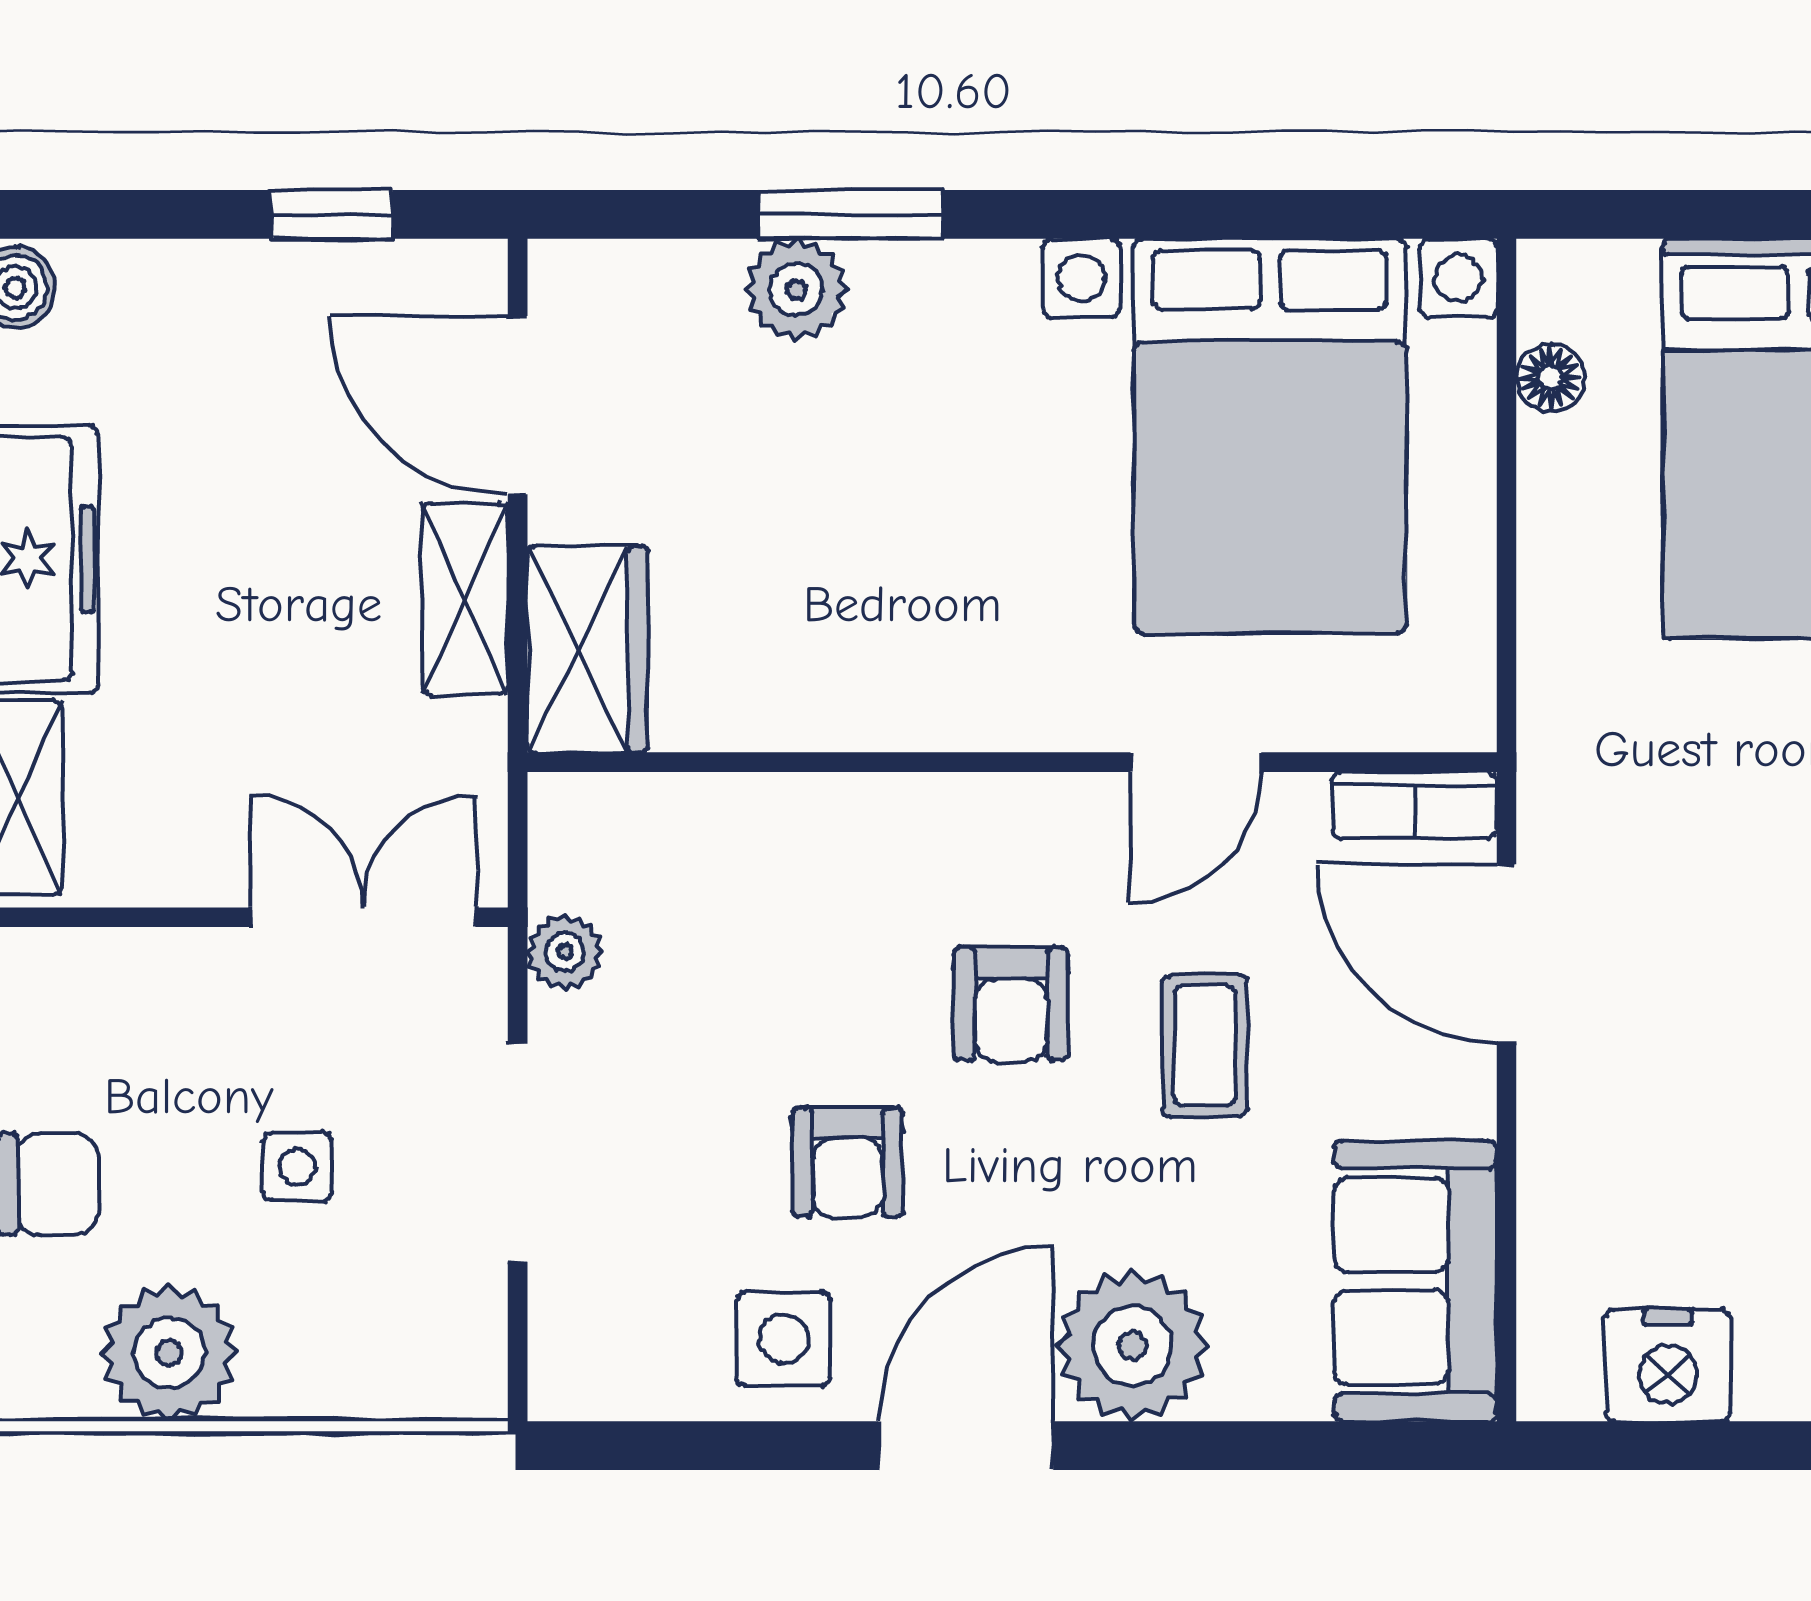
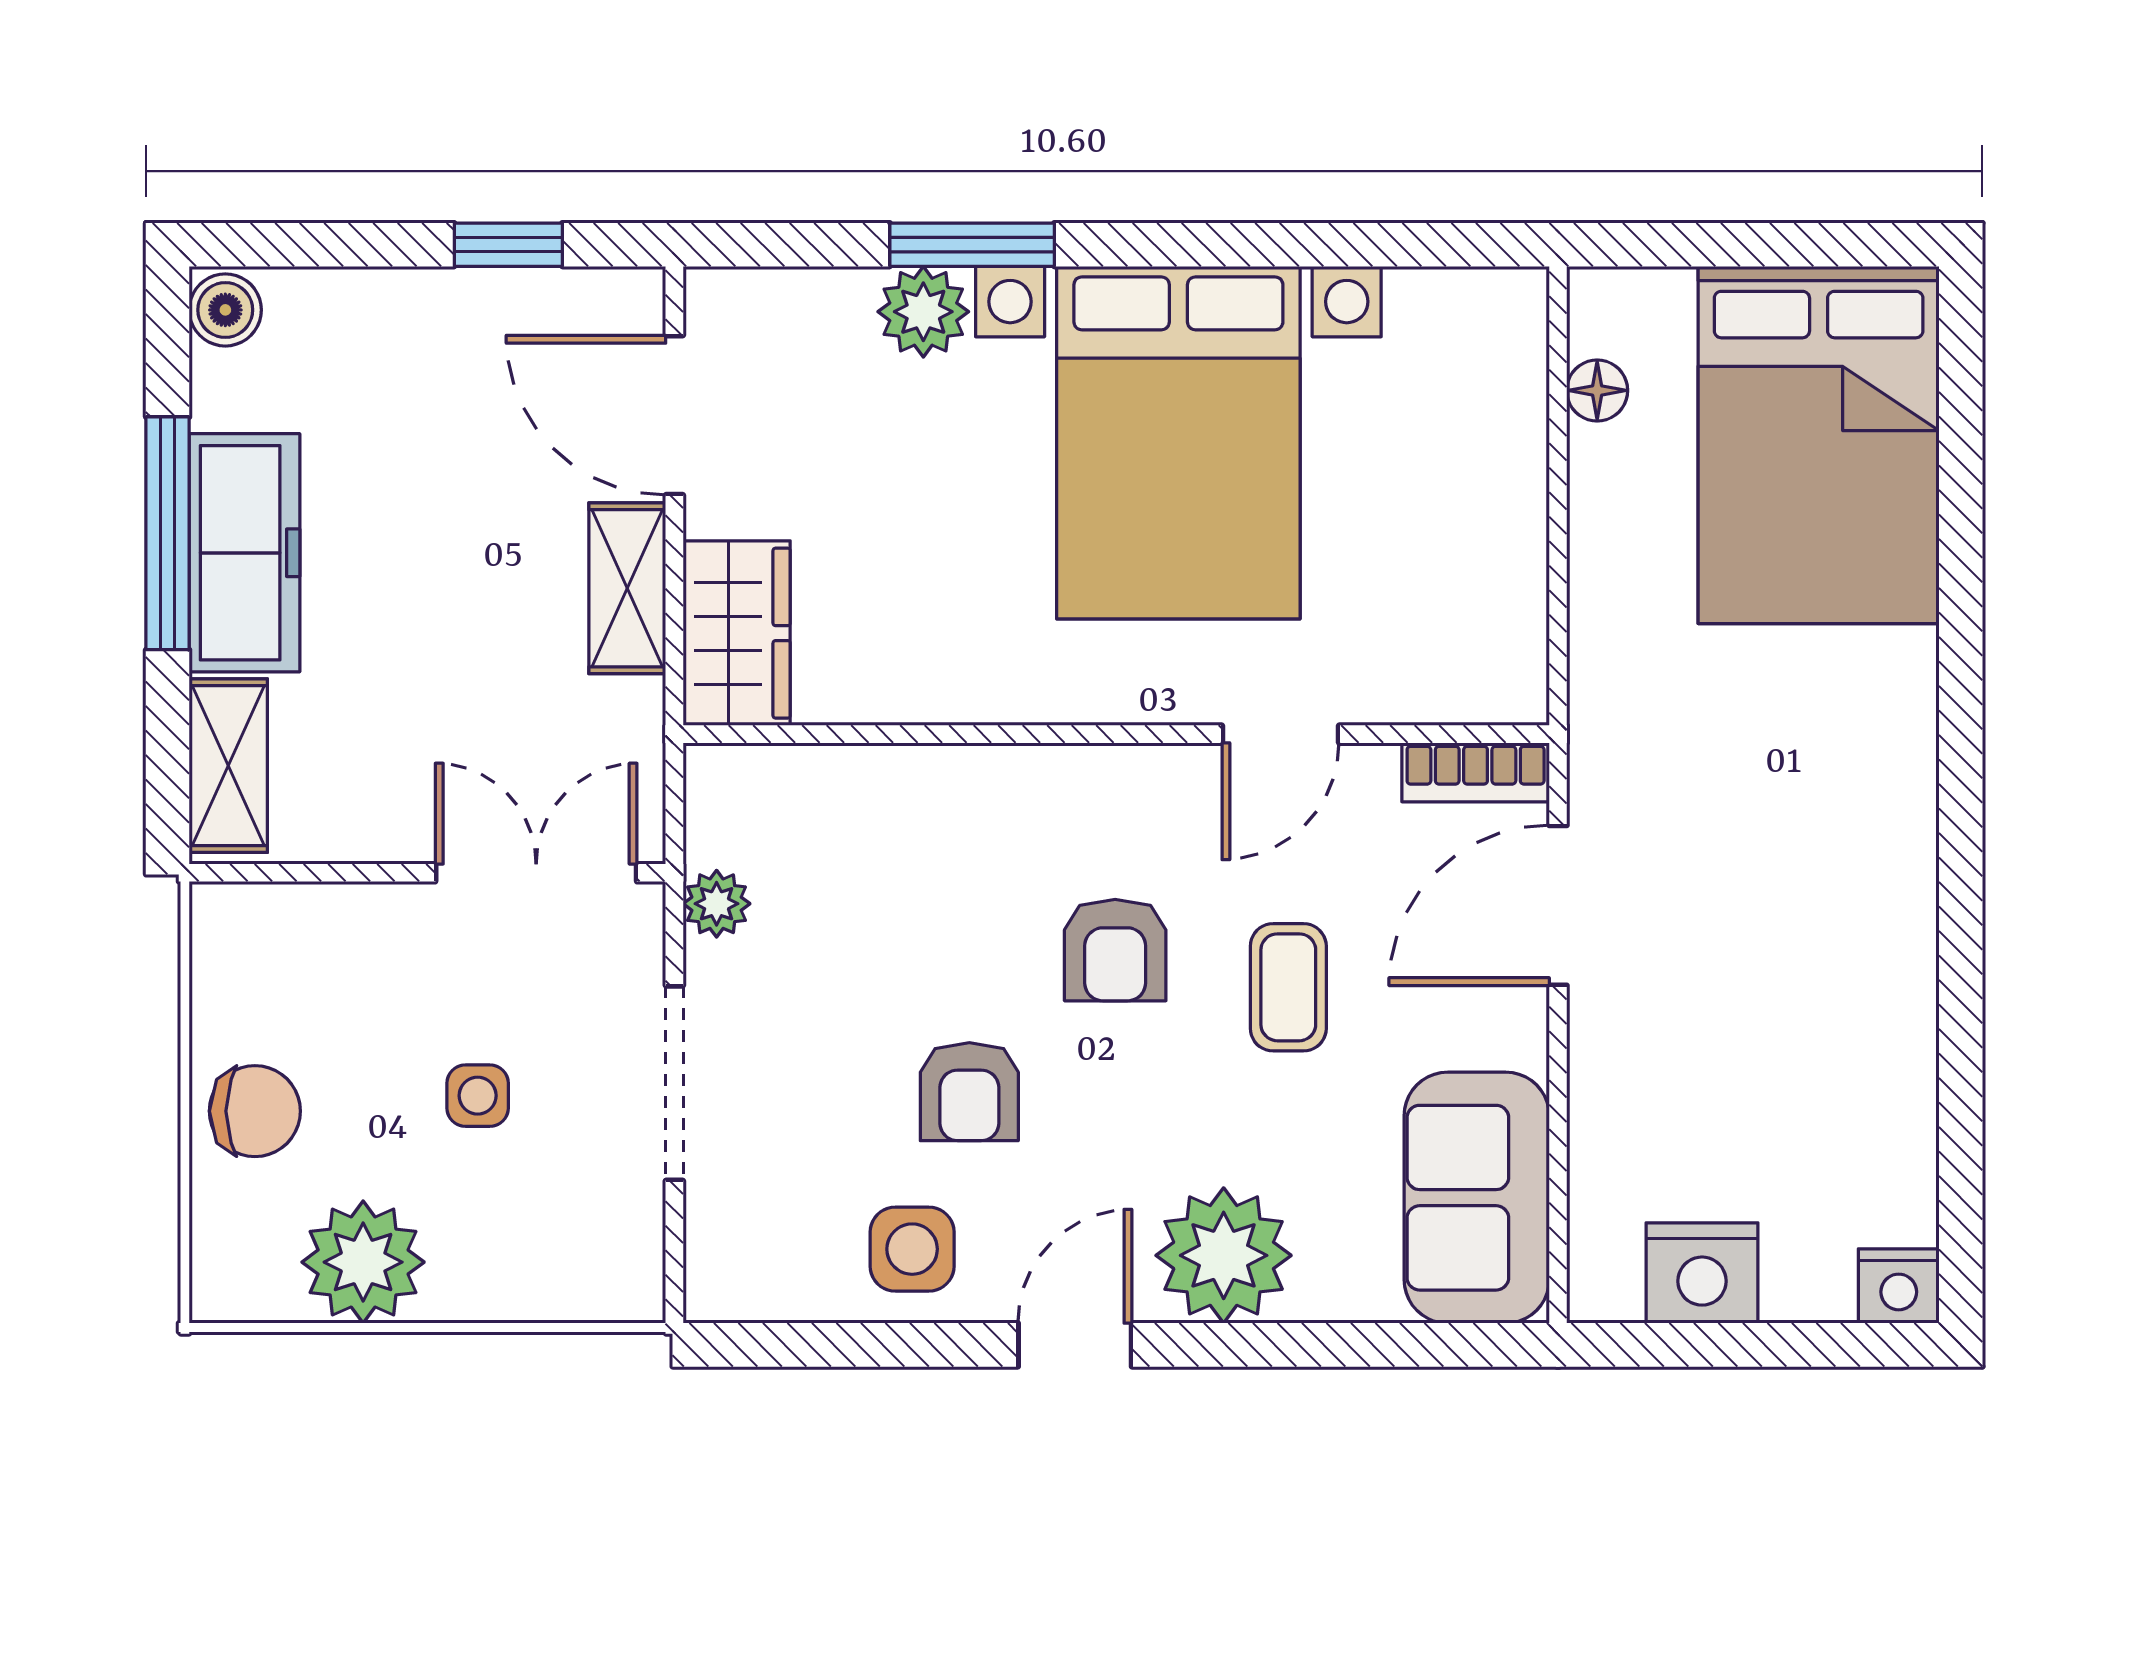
bed with nightstands: (1270, 436) -> (1178, 443), moved
door: (1506, 954) -> (1558, 905), hinge flipped
door: (966, 1446) -> (1075, 1345), width x0.73

